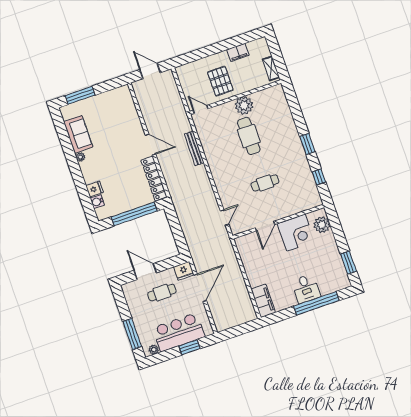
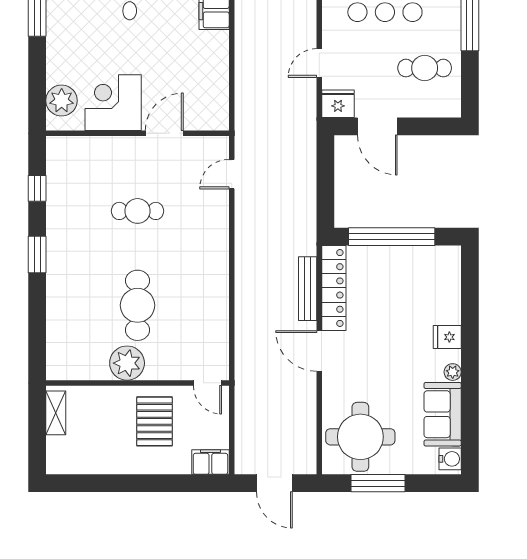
filing cabinet: (238, 52) -> (210, 462), moved
window: (80, 95) -> (378, 483), moved
round table: (115, 109) -> (360, 437), added
bench: (194, 148) -> (308, 289), moved
fridge: (95, 189) -> (447, 337), moved
water cooler: (97, 202) -> (450, 459), moved
door: (145, 272) -> (377, 126), moved
door: (200, 288) -> (319, 63), width x0.53
cafe table: (162, 293) -> (425, 68), moved

